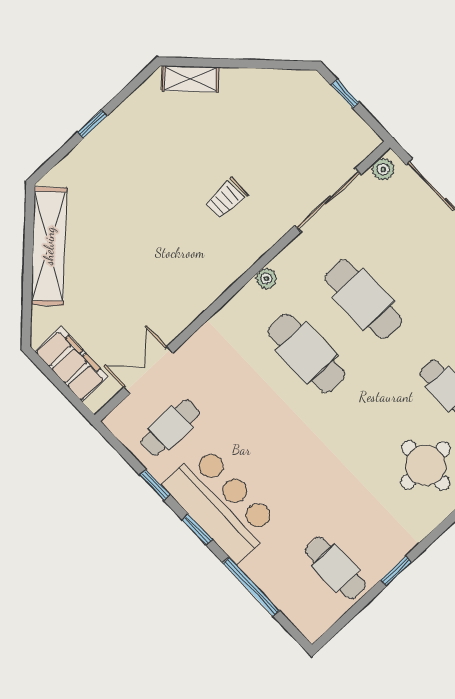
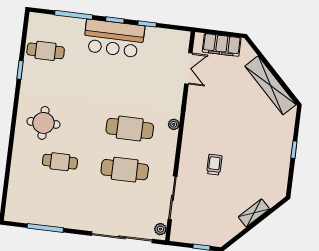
shelving: (190, 79) -> (254, 213), moved
plant: (266, 279) -> (174, 124), moved
cafe table: (170, 428) -> (160, 52), removed

